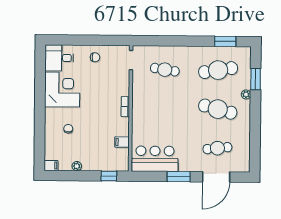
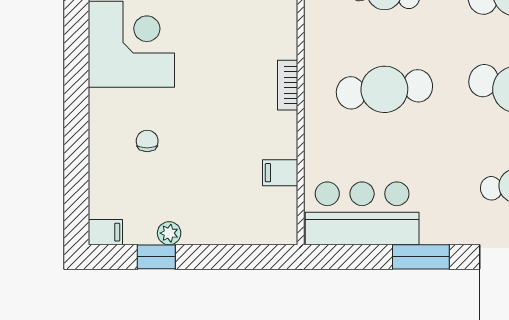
cafe table: (164, 109) -> (384, 89), added
window: (109, 176) -> (156, 257), moved

